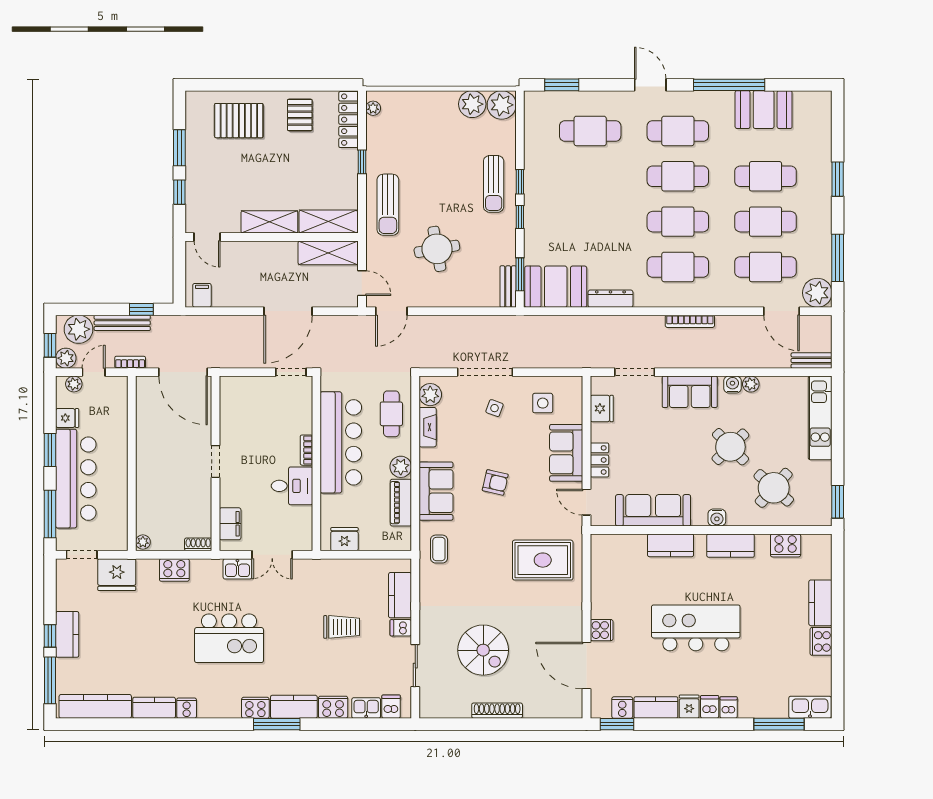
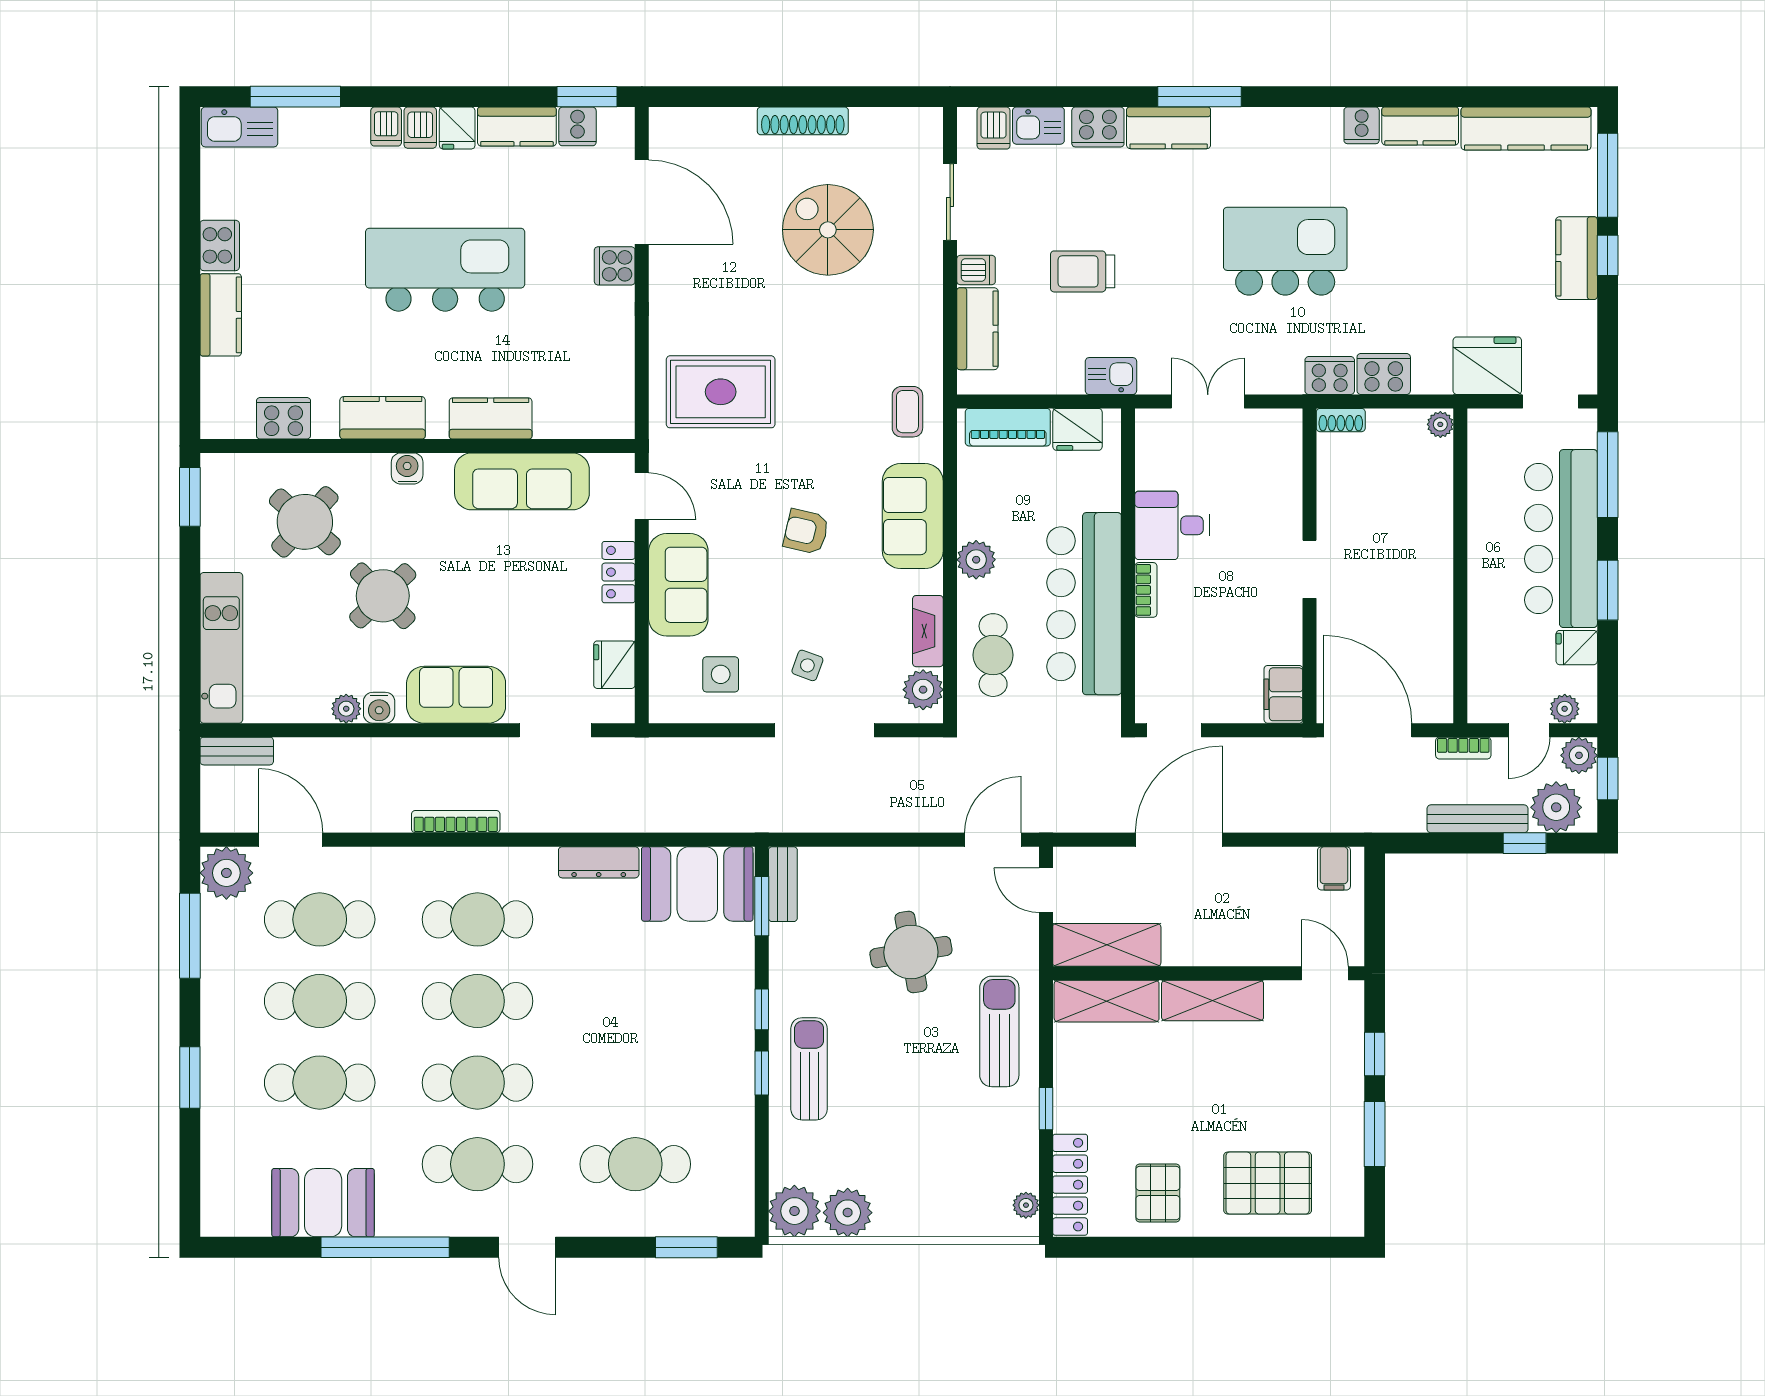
window: (141, 309) -> (1525, 843), moved
piano: (401, 503) -> (1008, 427), moved, turned 90
filing cabinet: (230, 524) -> (1283, 694), moved
kitchen sink: (237, 569) -> (1111, 376), moved
kitchen island: (696, 628) -> (445, 270), turned 180
cooker: (255, 708) -> (1330, 376), moved, turned 180

